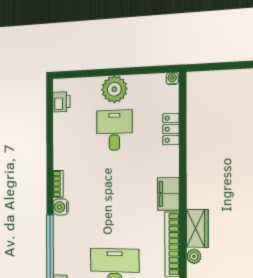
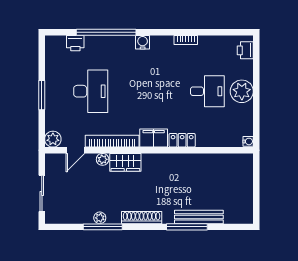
printer: (61, 102) -> (245, 50), moved, turned 90
locker: (171, 129) -> (182, 140), moved
bookcase: (58, 184) -> (186, 40), moved

